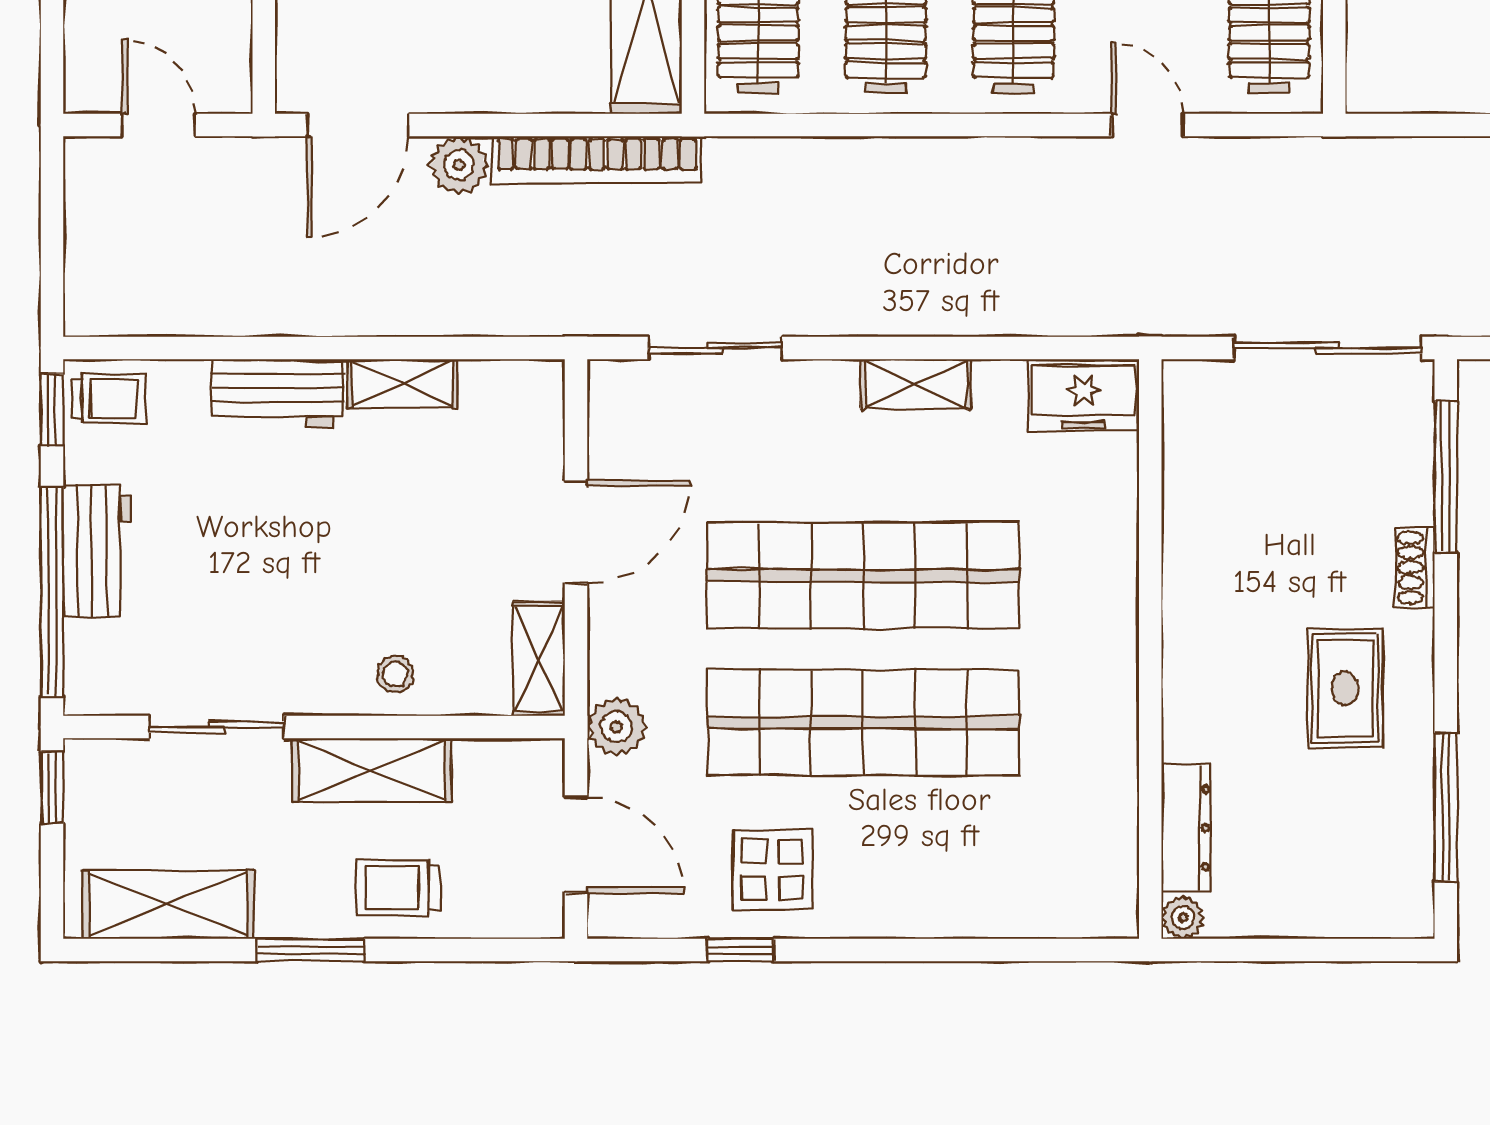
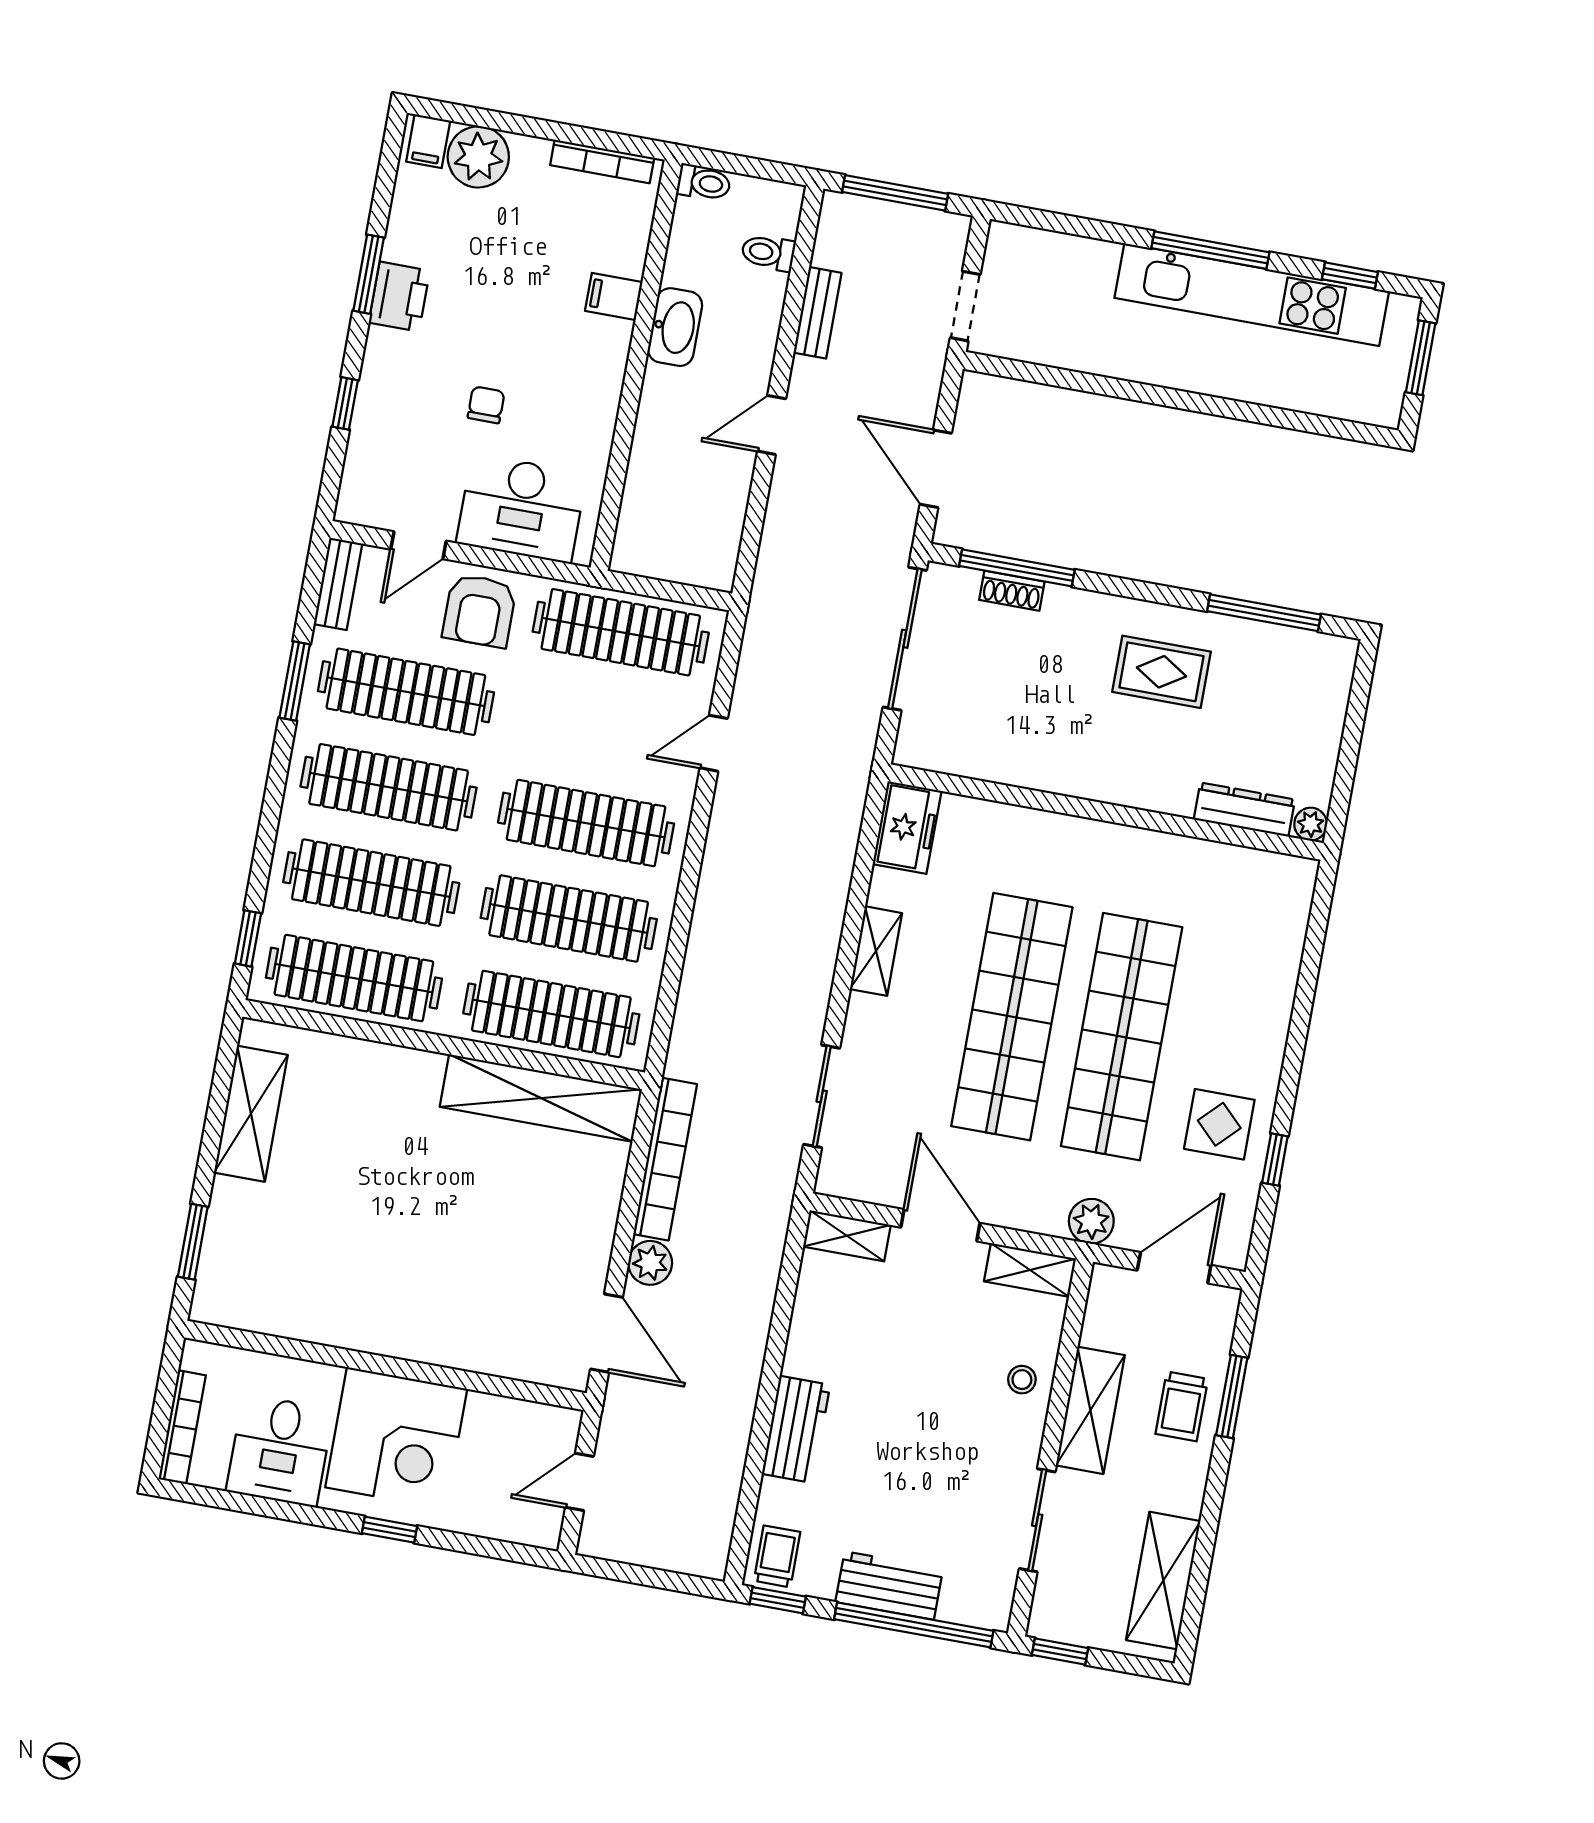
shelving: (402, 384) -> (847, 1236), moved, turned 90
shoe rack: (1415, 568) -> (1012, 591), moved
window: (310, 950) -> (1232, 1397), moved

